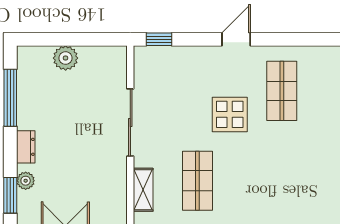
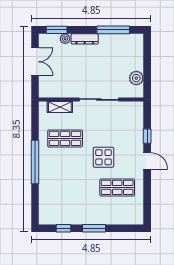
window: (159, 39) -> (147, 136), moved
plant: (66, 58) -> (136, 78), moved
dresser: (26, 147) -> (85, 39), width x1.44

